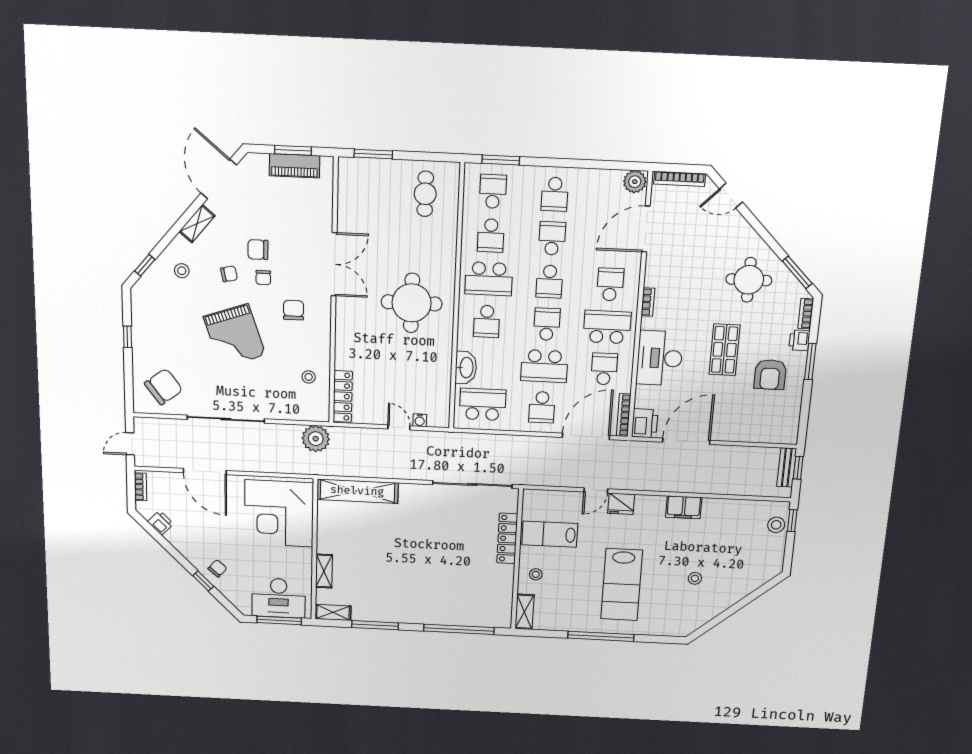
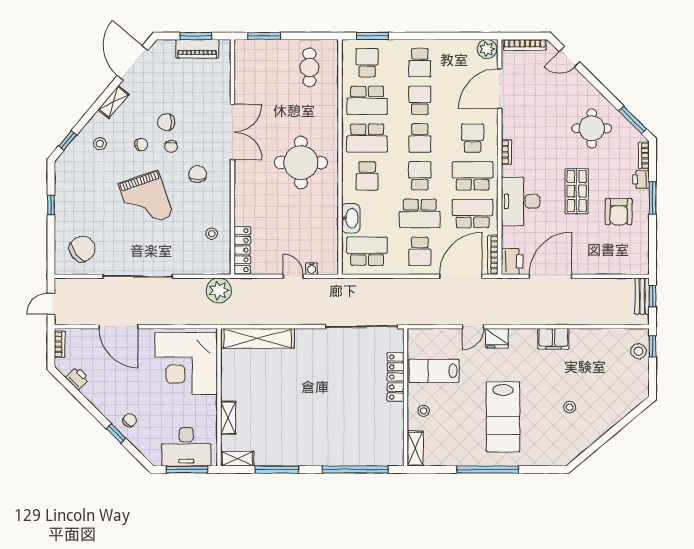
school desk: (491, 235) -> (367, 100), width x1.85
school desk: (604, 369) -> (473, 213), width x1.85

